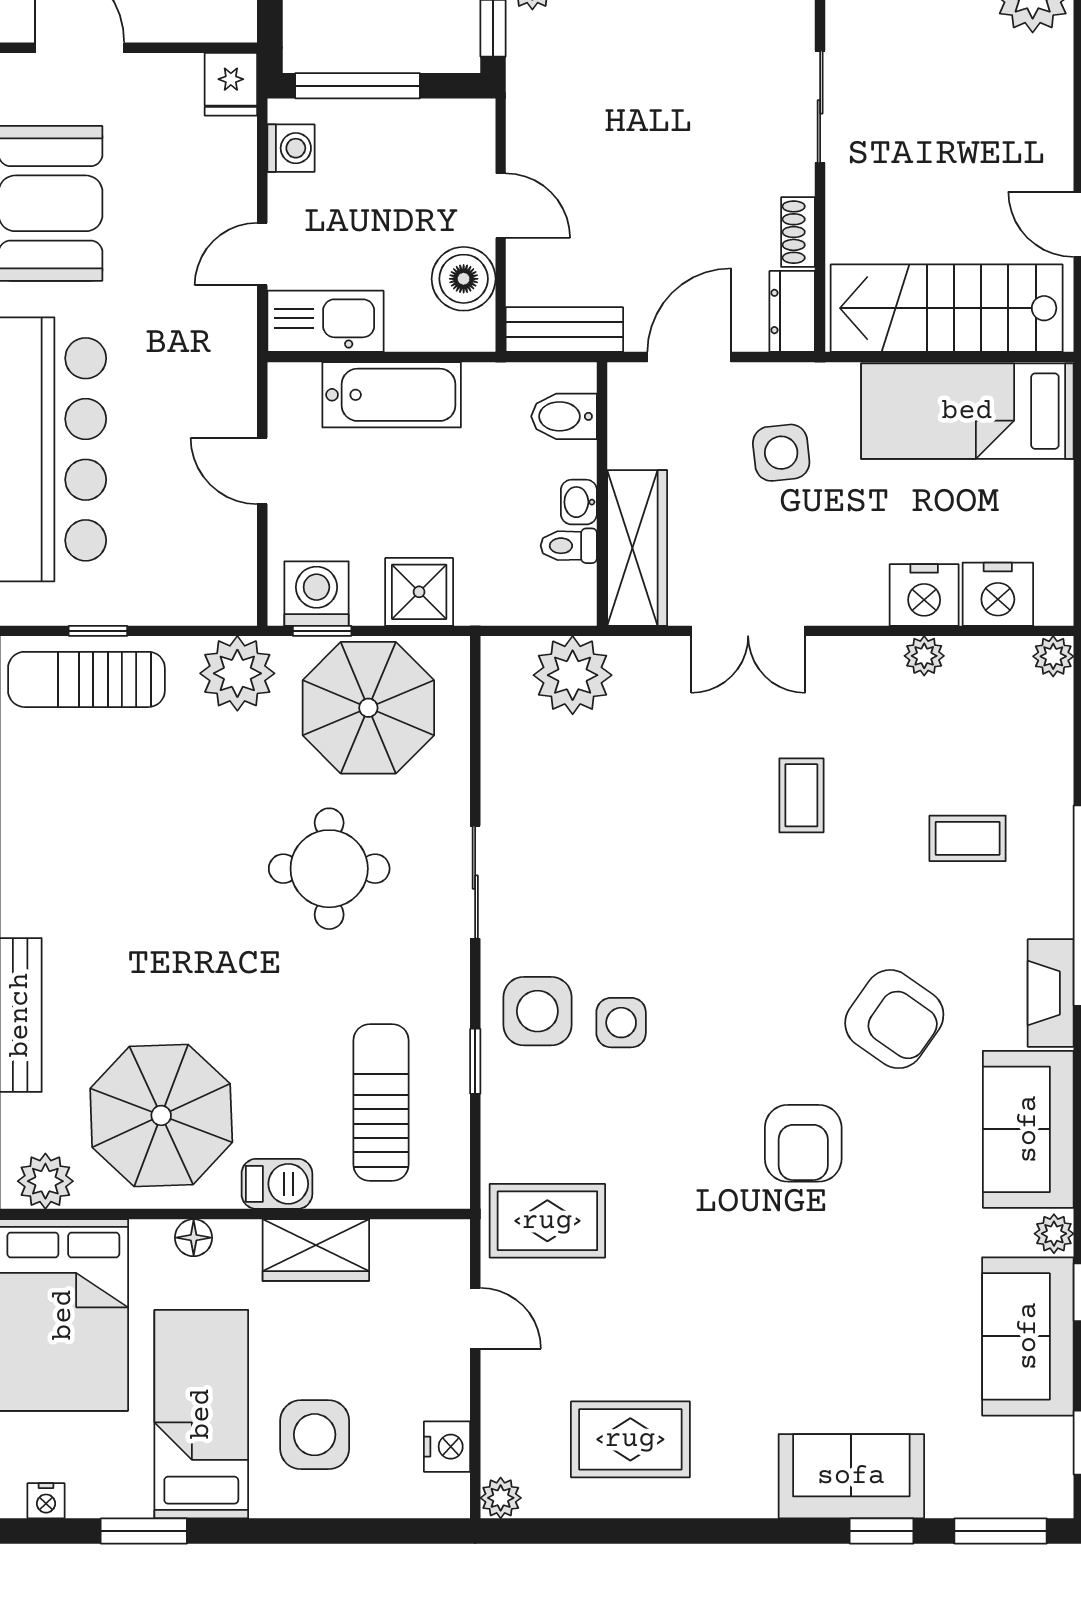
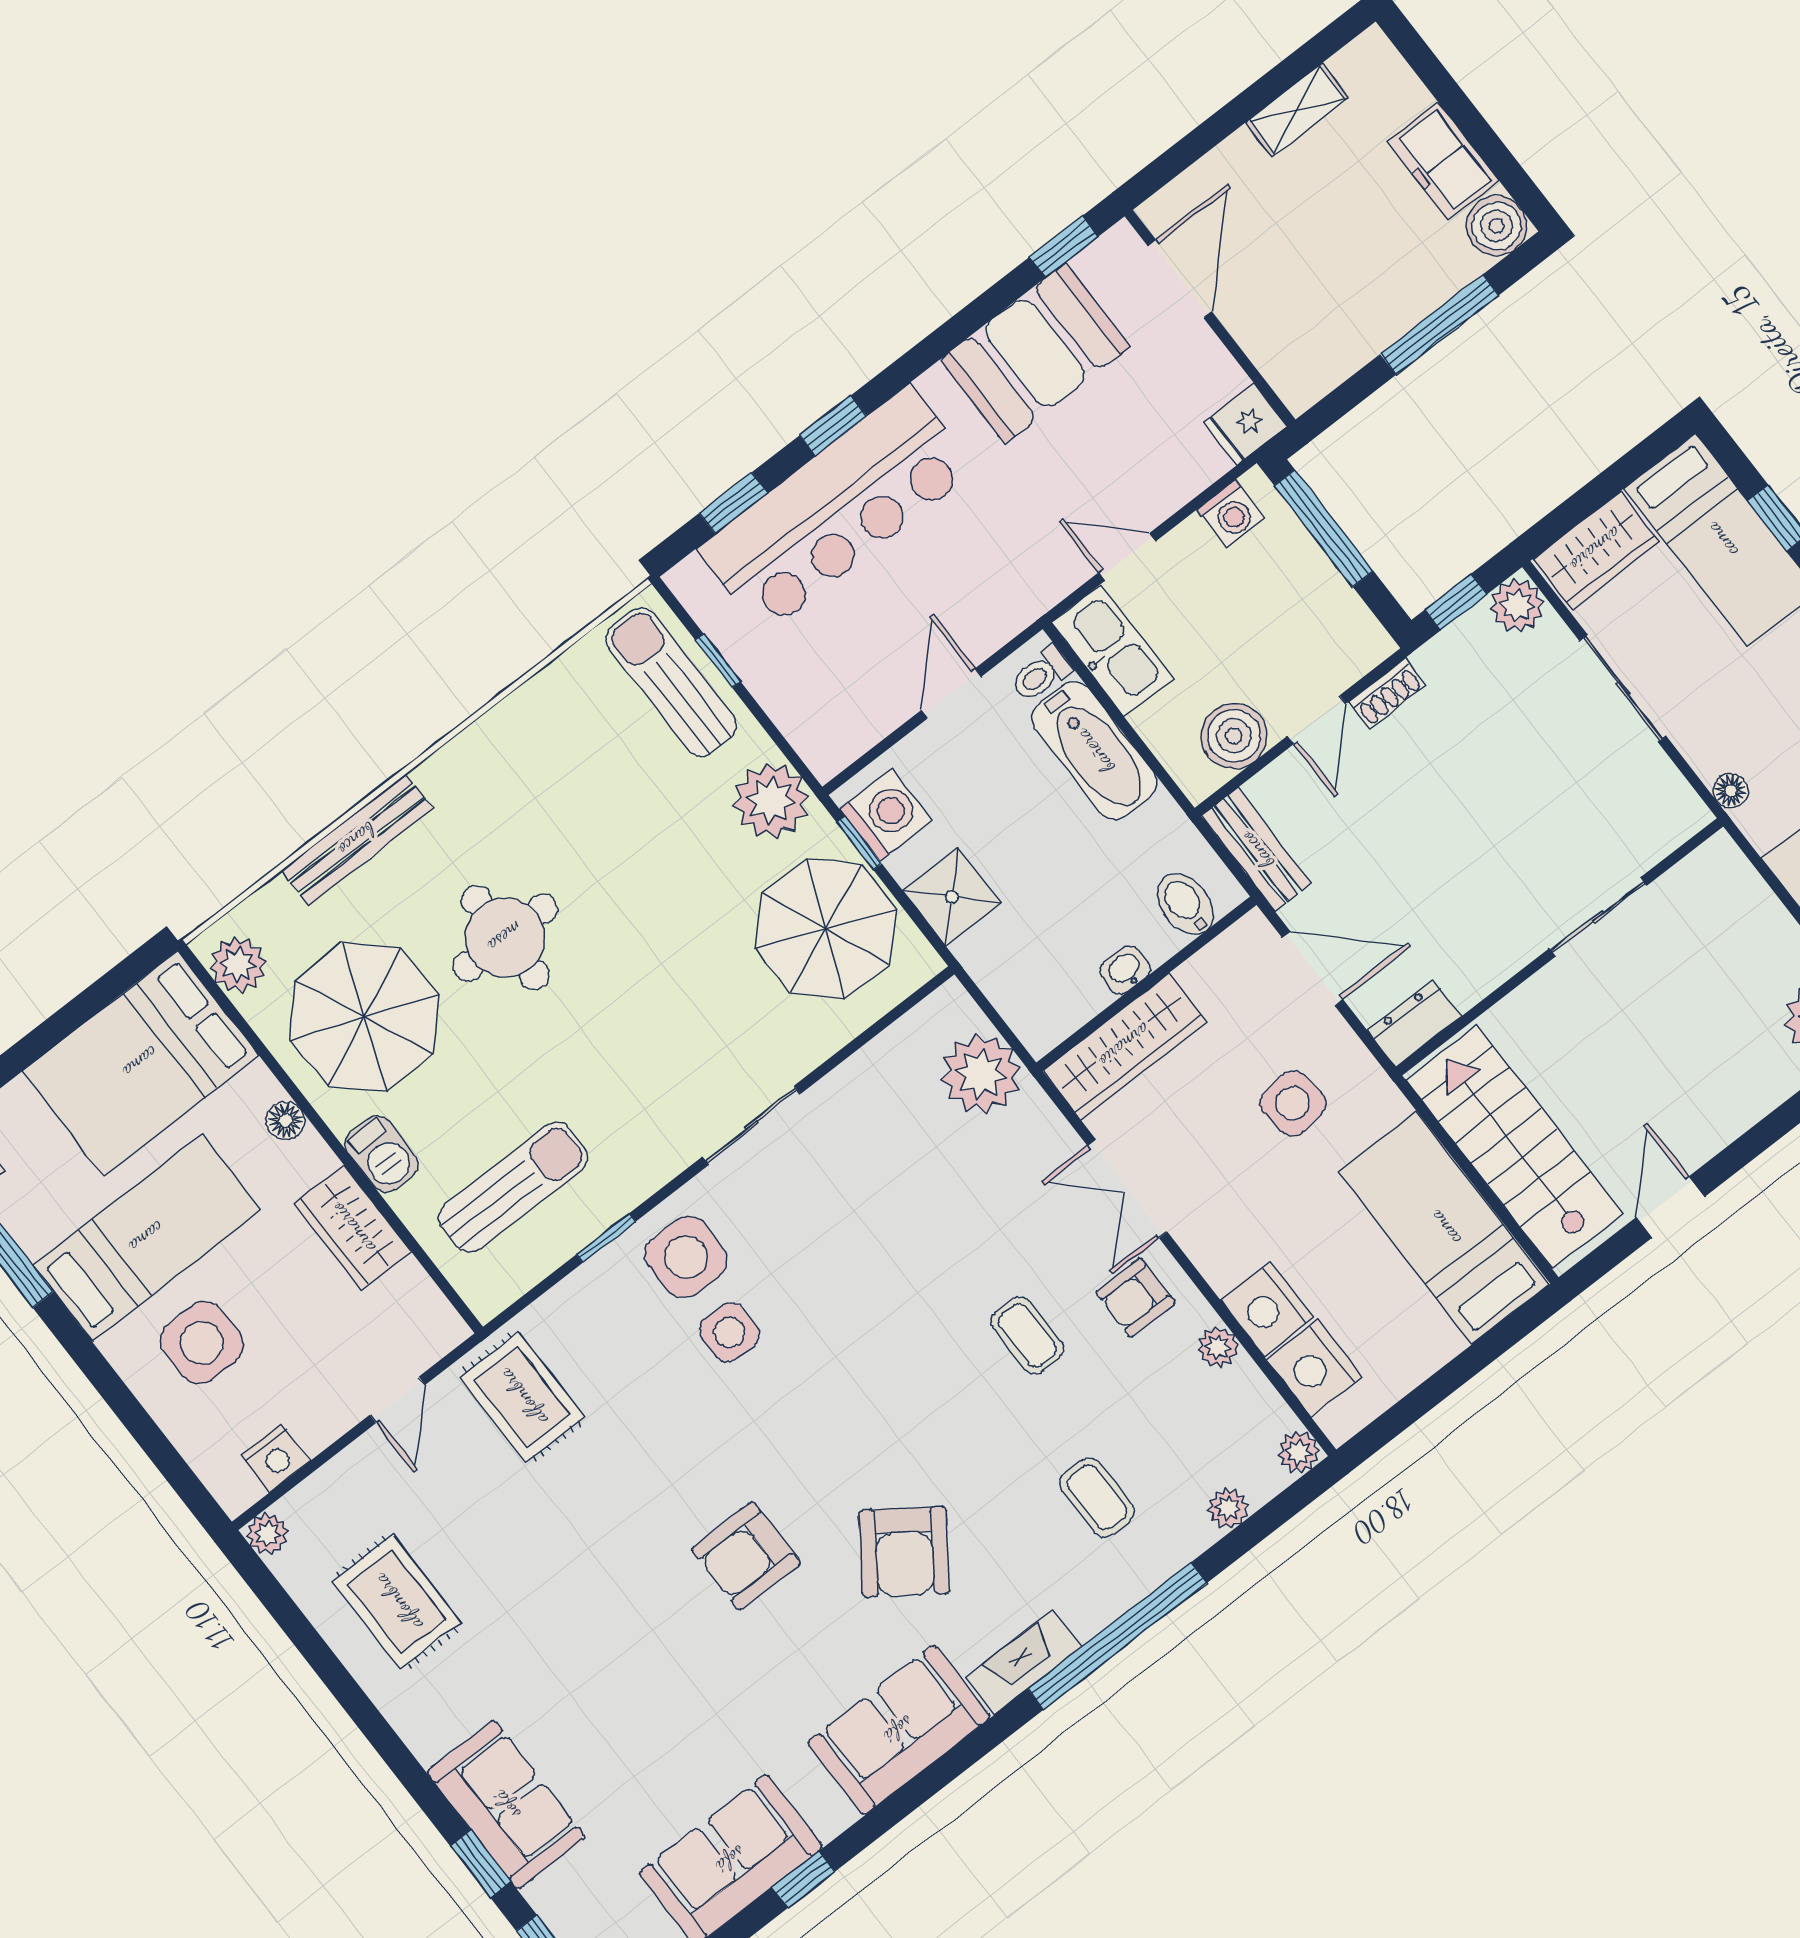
shoe rack: (798, 232) -> (1387, 694), moved, turned 180
toilet: (569, 546) -> (1041, 674), moved, turned -90
armchair: (837, 689) -> (1136, 1297), added
coffee table: (801, 795) -> (1027, 1335), turned 90
round table: (329, 869) -> (505, 938), moved
plant: (1054, 1234) -> (1228, 1508), moved

